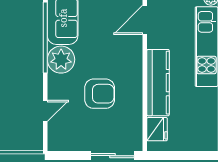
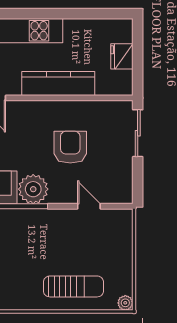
fridge: (157, 129) -> (122, 56), moved, turned -90

